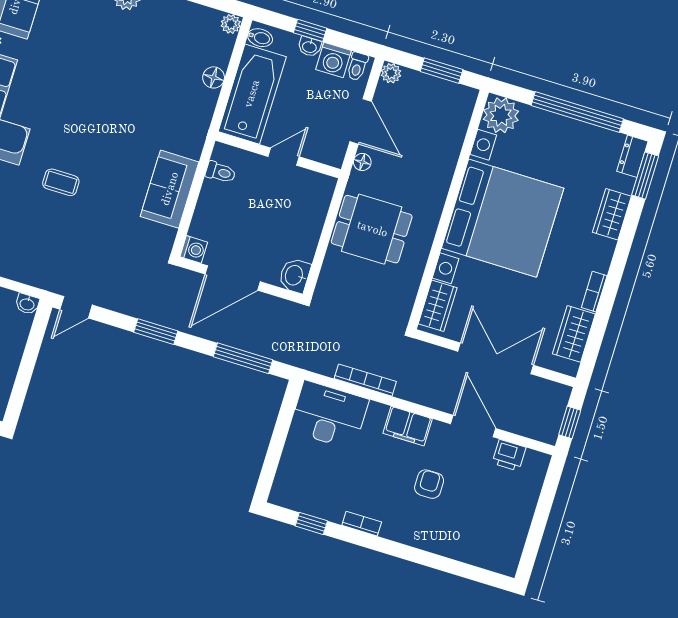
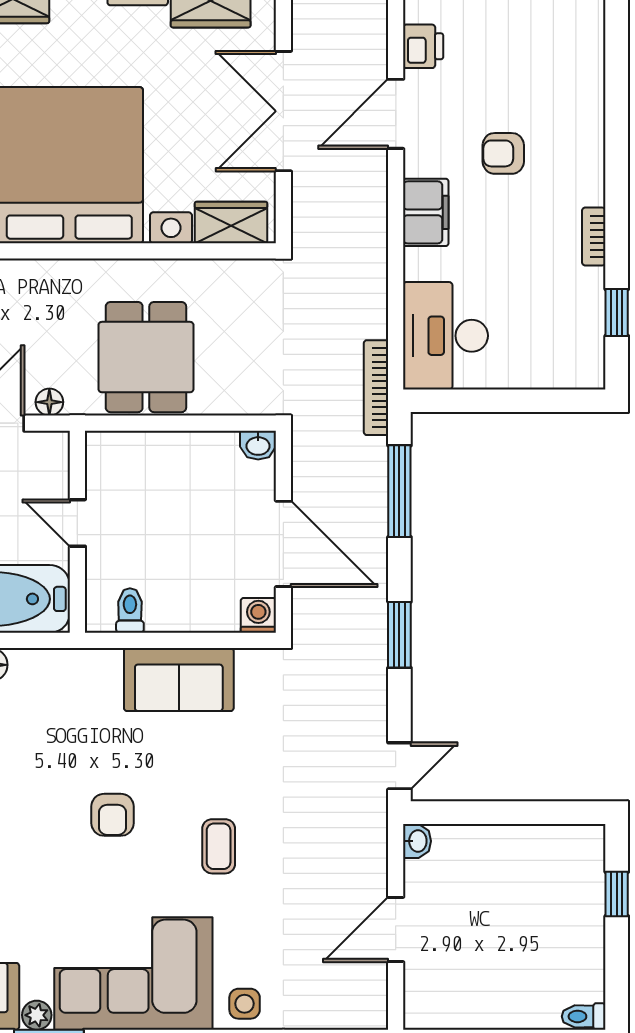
armchair: (100, 124) -> (112, 815), added
washbasin: (295, 275) -> (258, 445), width x0.72, depth x0.69
door: (76, 307) -> (399, 766), hinge flipped
bookcase: (365, 380) -> (376, 388), moved

